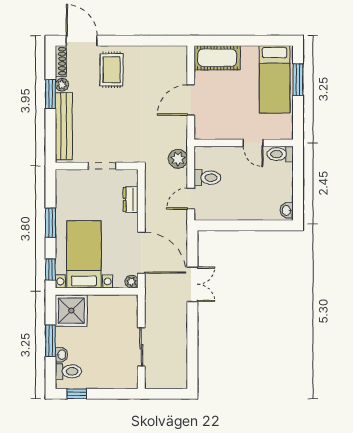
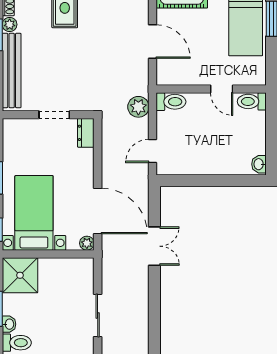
door: (191, 100) -> (153, 42), swing flipped
toilet: (207, 178) -> (171, 102), moved
dresser: (131, 199) -> (86, 133), moved

